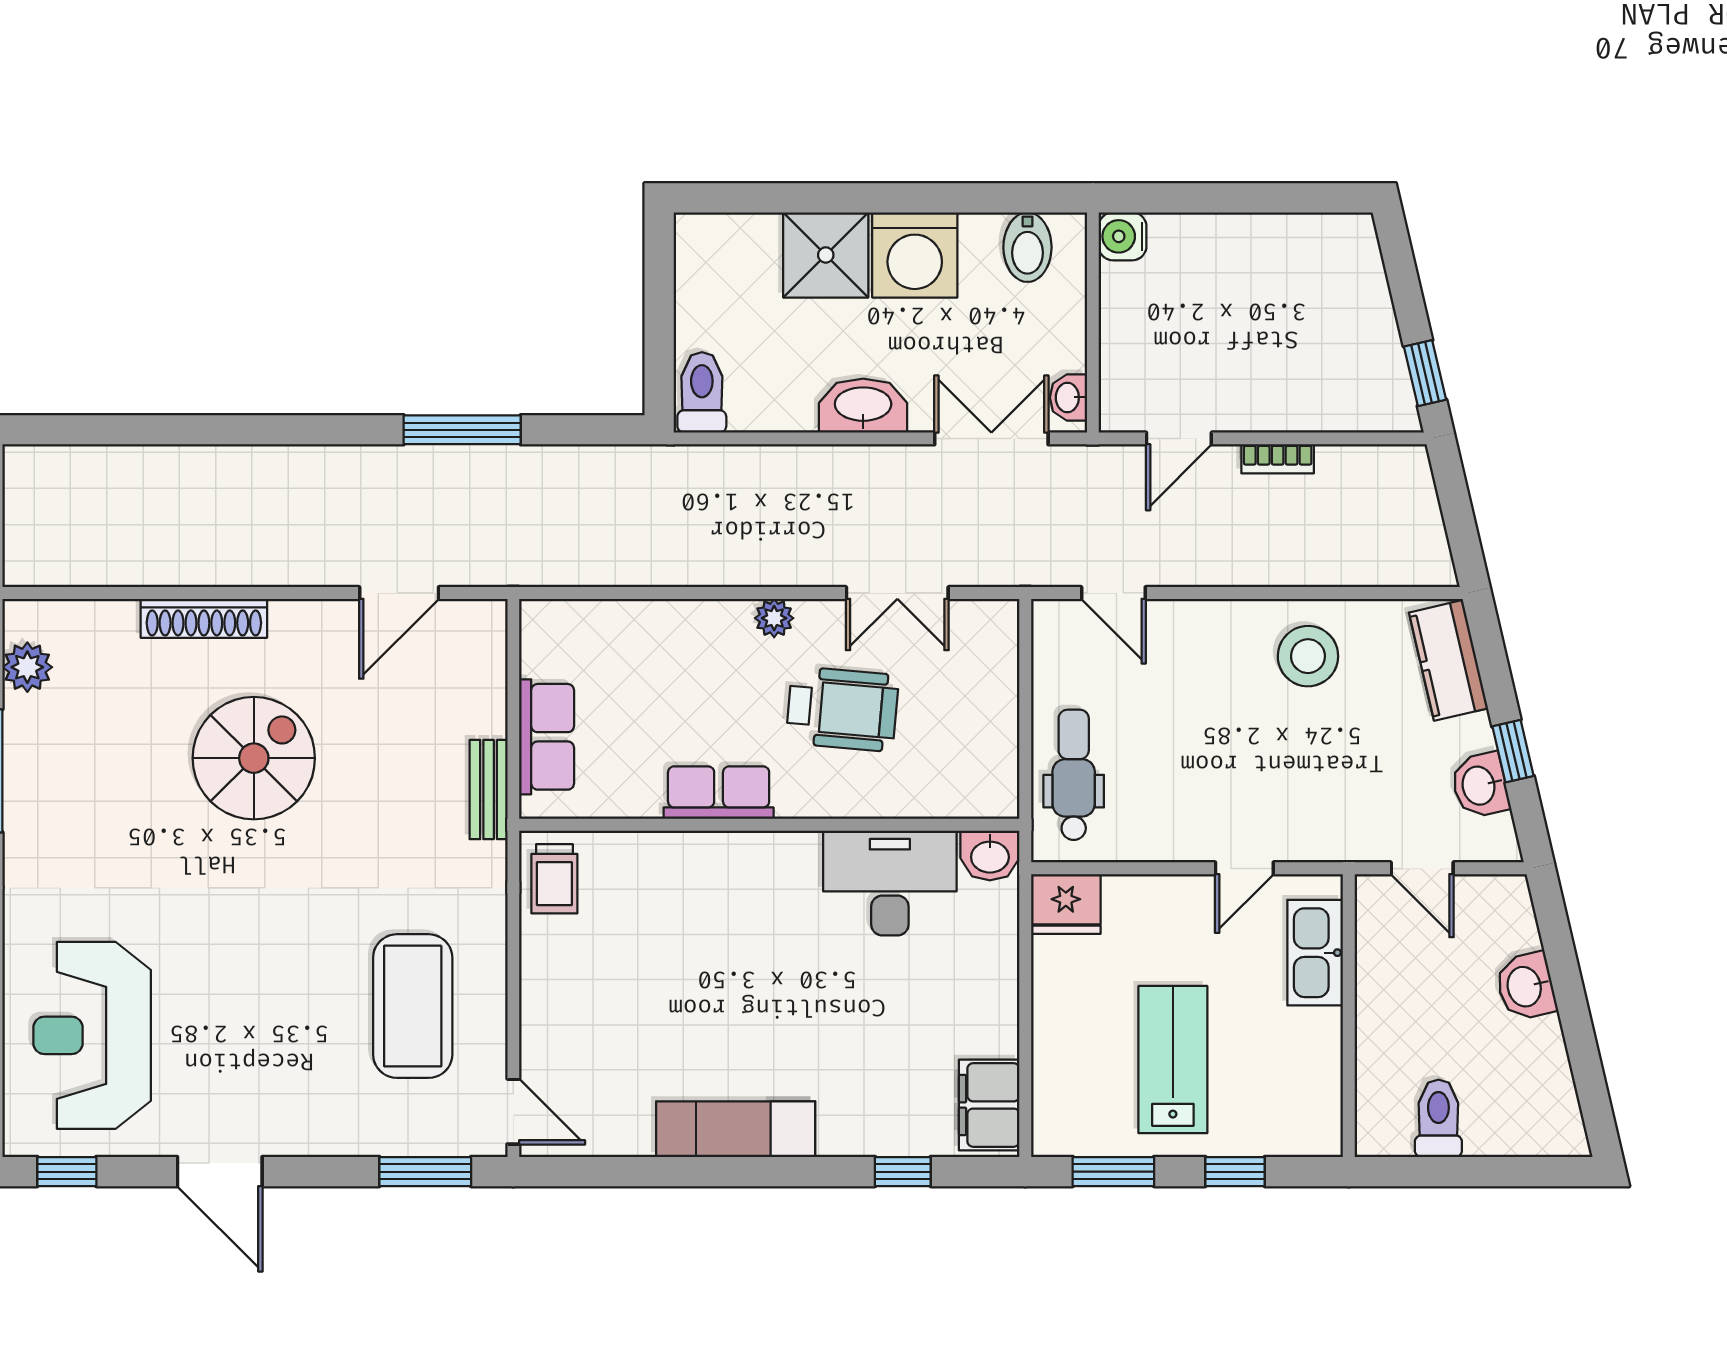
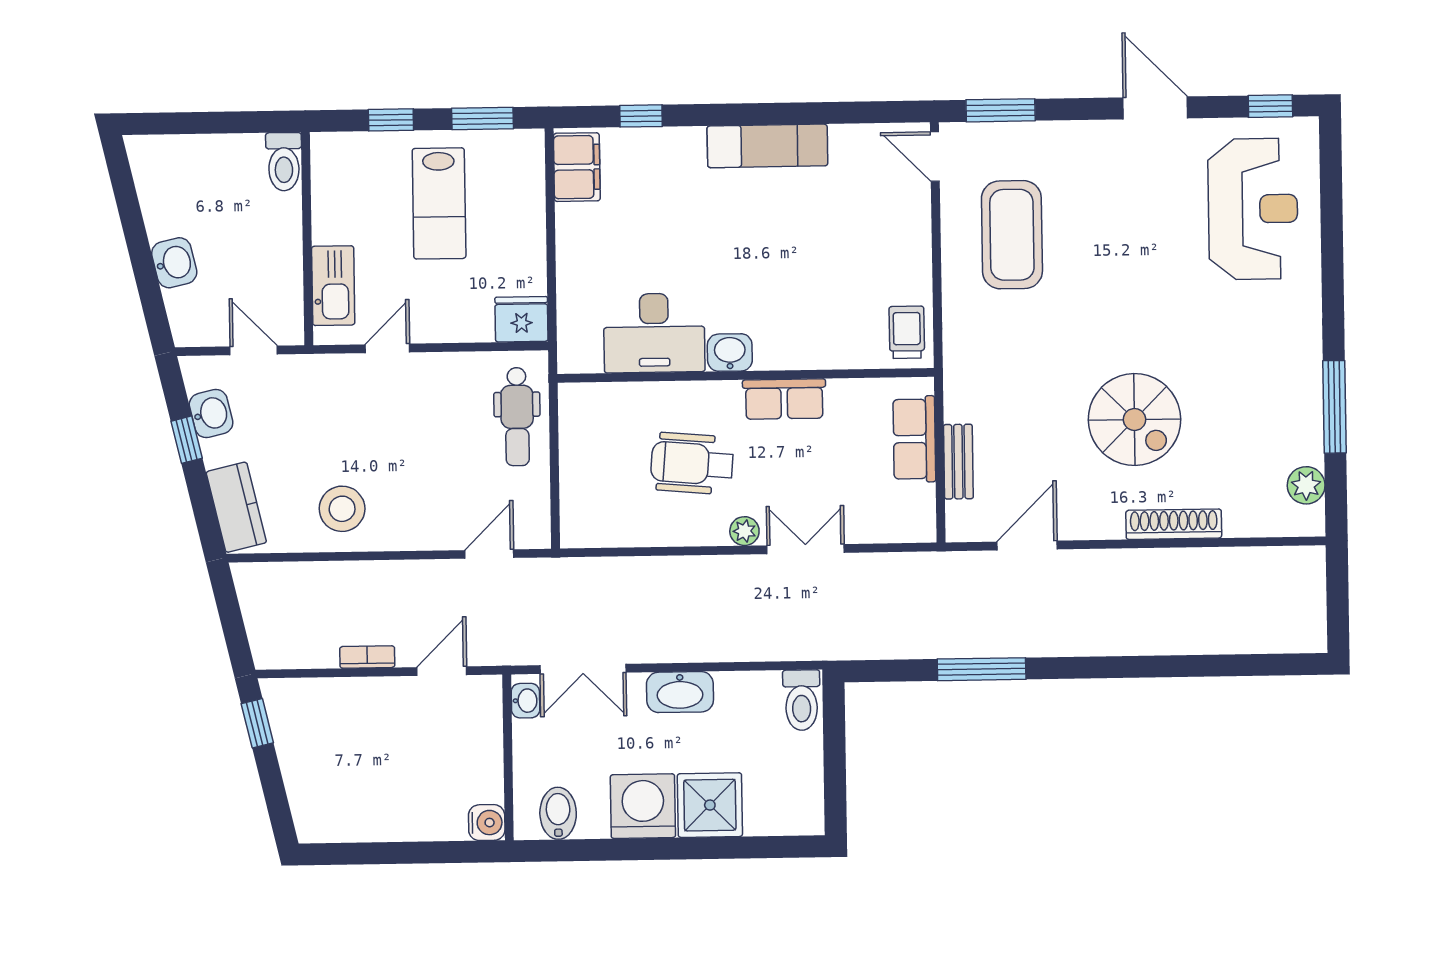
double door: (897, 593) -> (806, 549), moved
door: (1113, 593) -> (489, 554), hinge flipped
spiral stairs: (254, 758) -> (1135, 420), turned -90
bench: (489, 790) -> (958, 462), moved
washbasin: (990, 856) -> (730, 353), moved
toilet: (1438, 1118) -> (284, 162), moved

